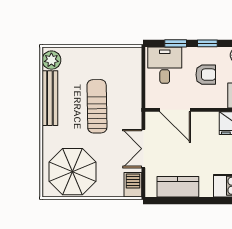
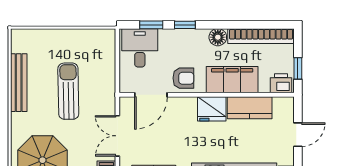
plant: (51, 60) -> (20, 42), removed
armchair: (206, 75) -> (183, 78), moved
door: (175, 110) -> (151, 95), hinge flipped

